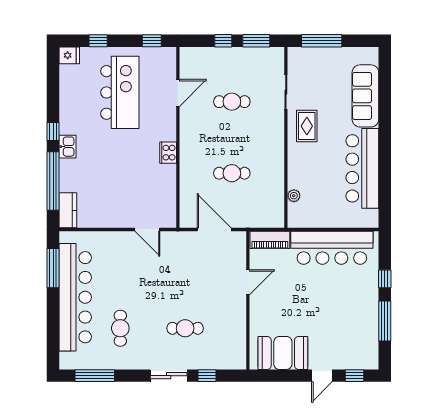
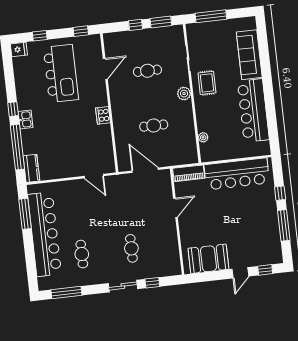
plant: (276, 136) -> (184, 94), added
cafe table: (185, 328) -> (131, 248), turned 90

